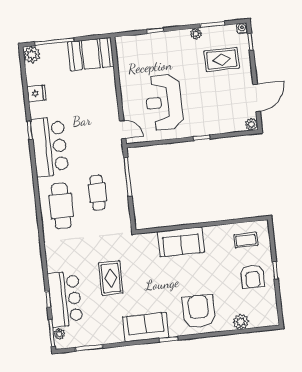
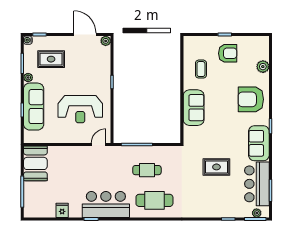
sofa: (161, 44) -> (34, 107), added
plant: (32, 55) -> (31, 211), removed
rug: (222, 59) -> (51, 59), turned 90
coffee table: (246, 240) -> (201, 69), moved
bar counter: (65, 299) -> (257, 184), moved, turned -90

